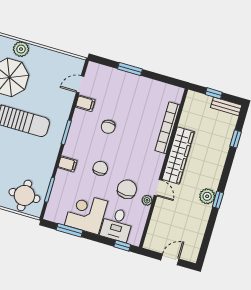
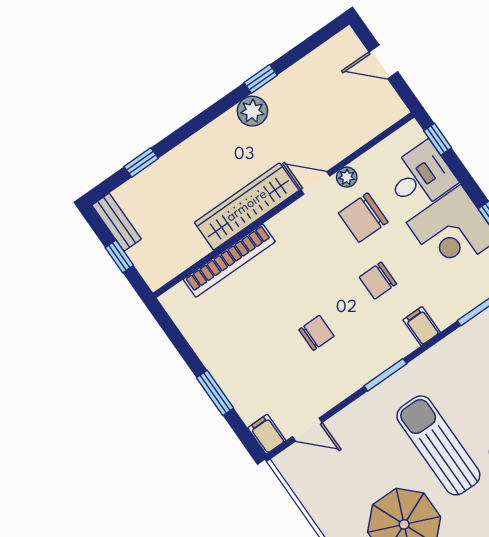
filing cabinet: (85, 103) -> (267, 434), moved
door: (158, 188) -> (315, 183), hinge flipped
window: (218, 200) -> (261, 79), moved

